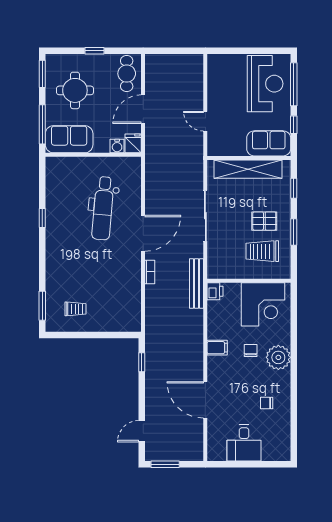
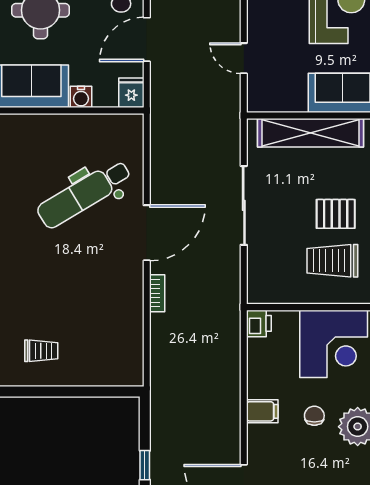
water cooler: (117, 146) -> (81, 97), moved
dental chair: (103, 208) -> (84, 194), turned 54
bench: (197, 283) -> (230, 311), removed
window: (142, 362) -> (145, 465), moved

